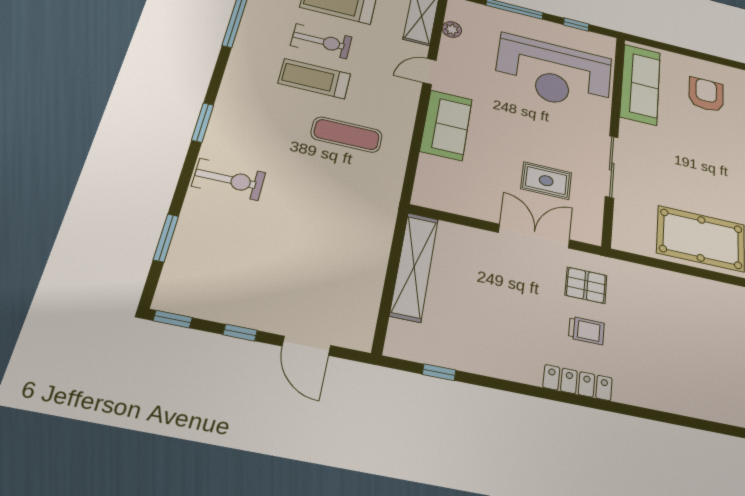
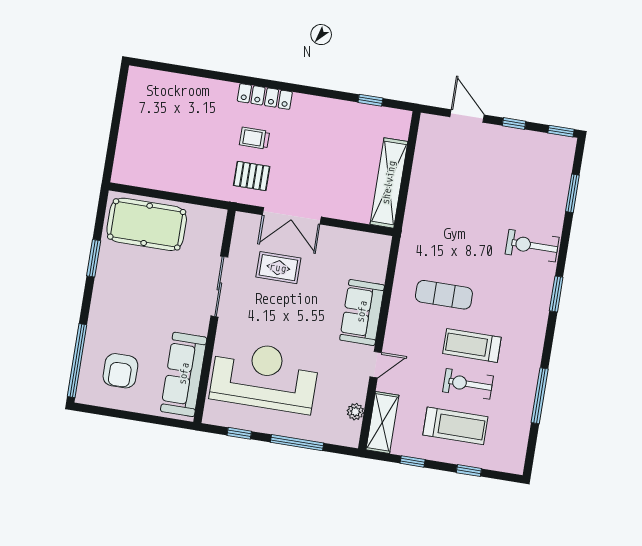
treadmill: (314, 79) -> (472, 345), turned 180

